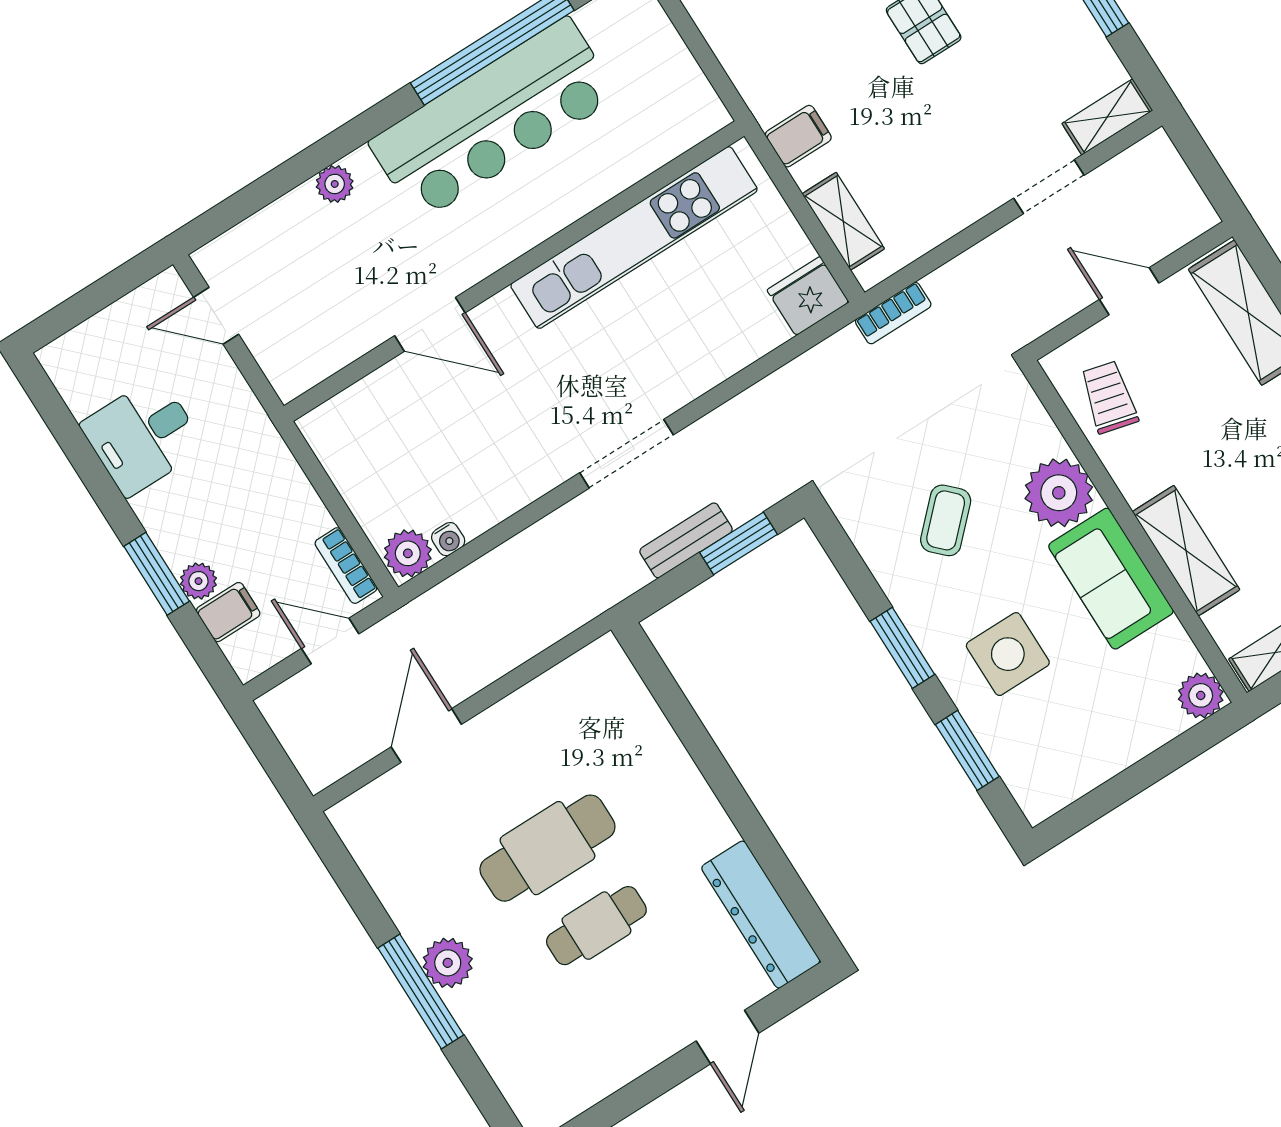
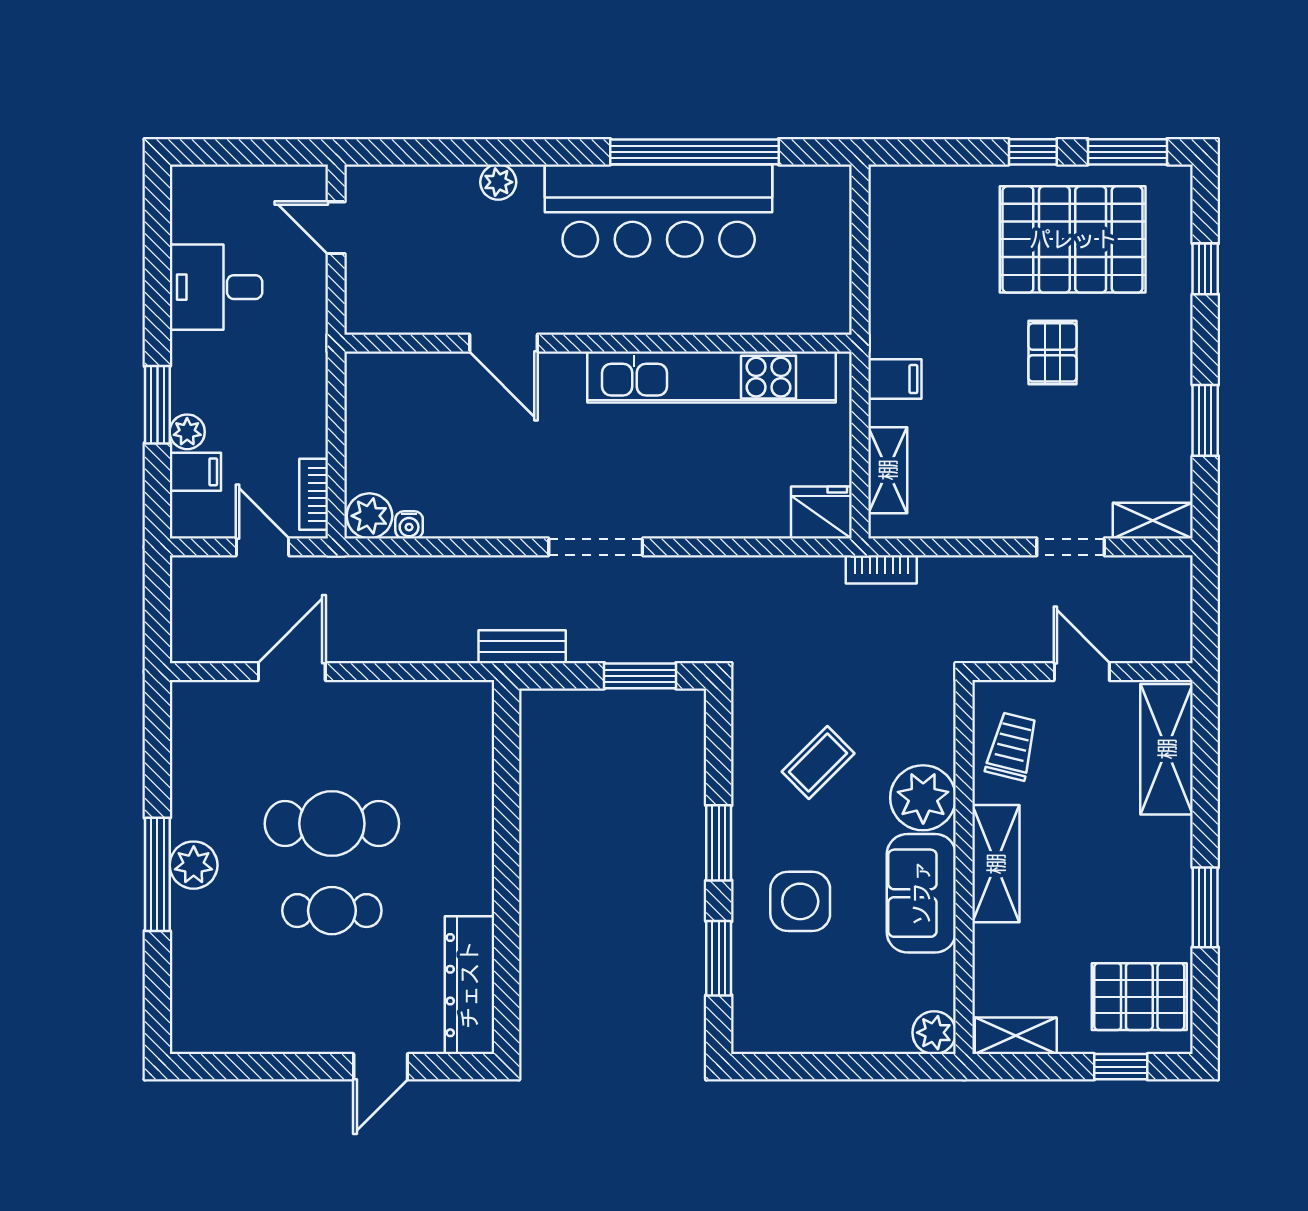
bench: (686, 540) -> (522, 647), moved
shelving: (1186, 551) -> (996, 864), moved

